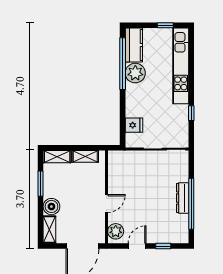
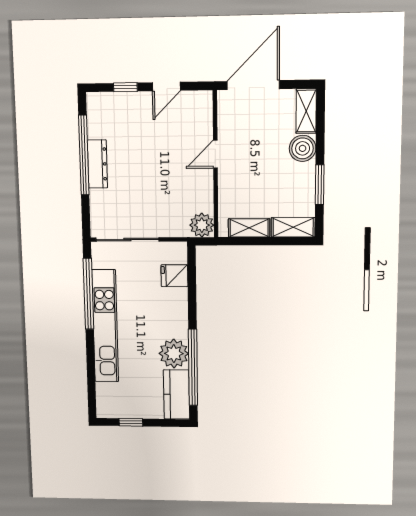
kitchen unit: (181, 66) -> (105, 326), moved
window: (191, 113) -> (88, 294), width x3.17
plant: (116, 231) -> (202, 225), moved

